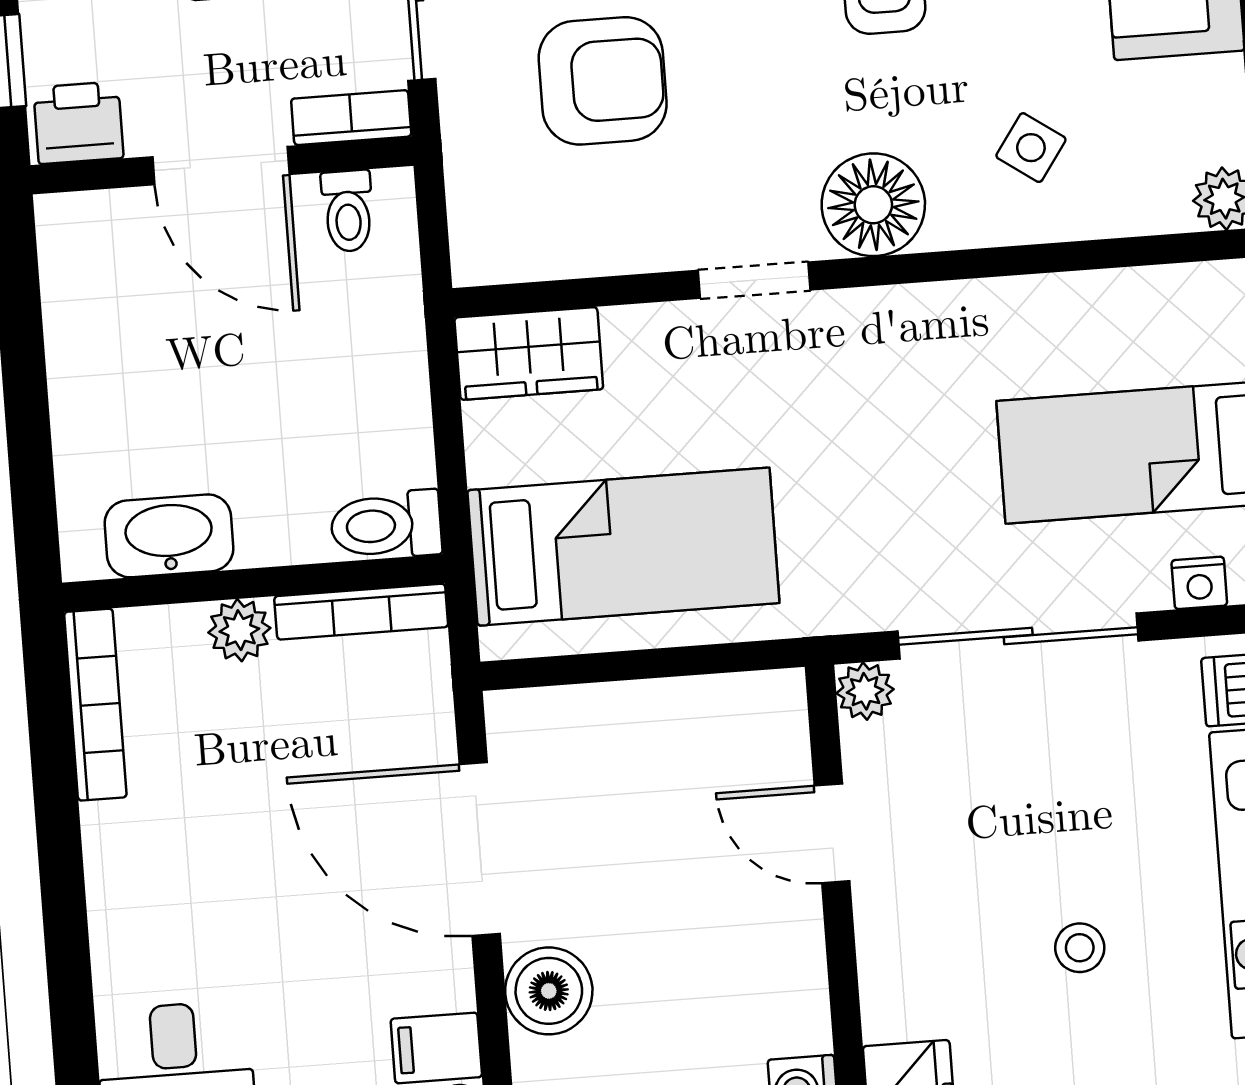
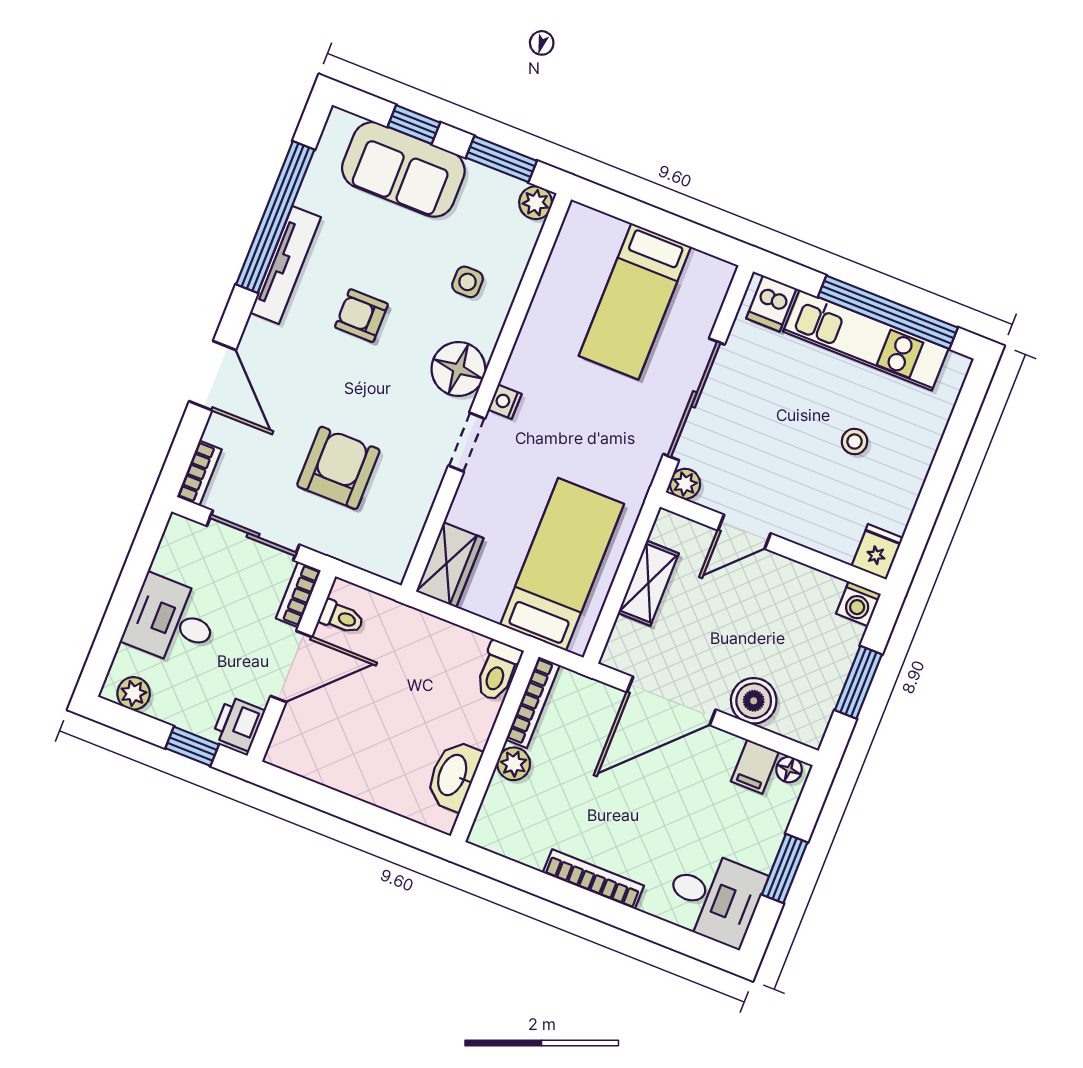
side table: (1031, 148) -> (468, 282), turned -35
nightstand: (1199, 583) -> (505, 402), moved, turned 180
bookcase: (95, 705) -> (593, 879), moved
shelving: (663, 711) -> (648, 583), added

